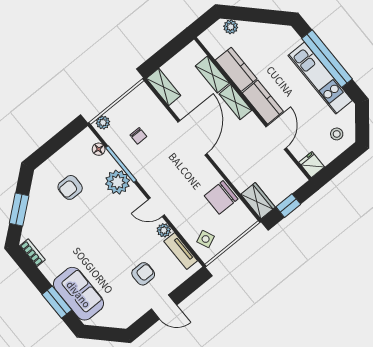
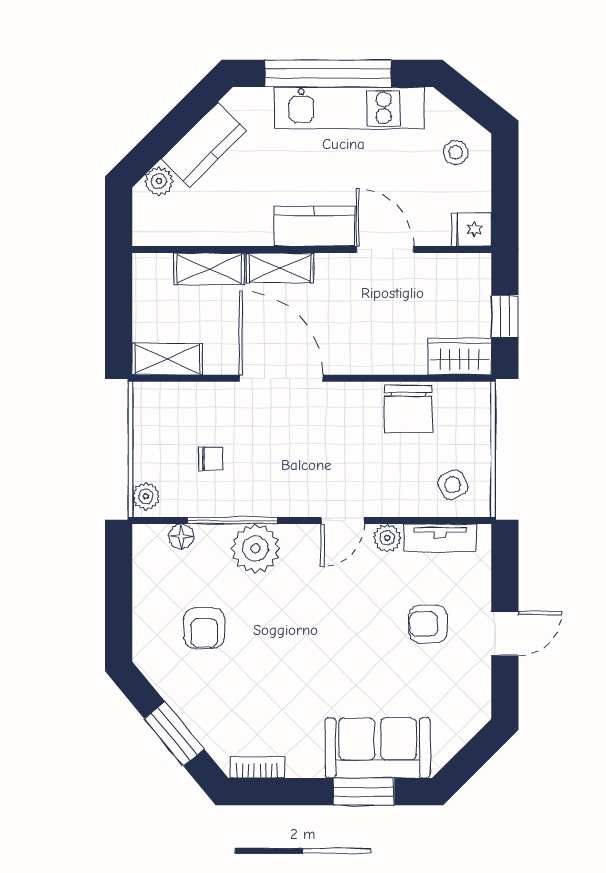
kitchen counter: (236, 69) -> (204, 145), moved, turned 135
armchair: (143, 274) -> (428, 624), turned -90

